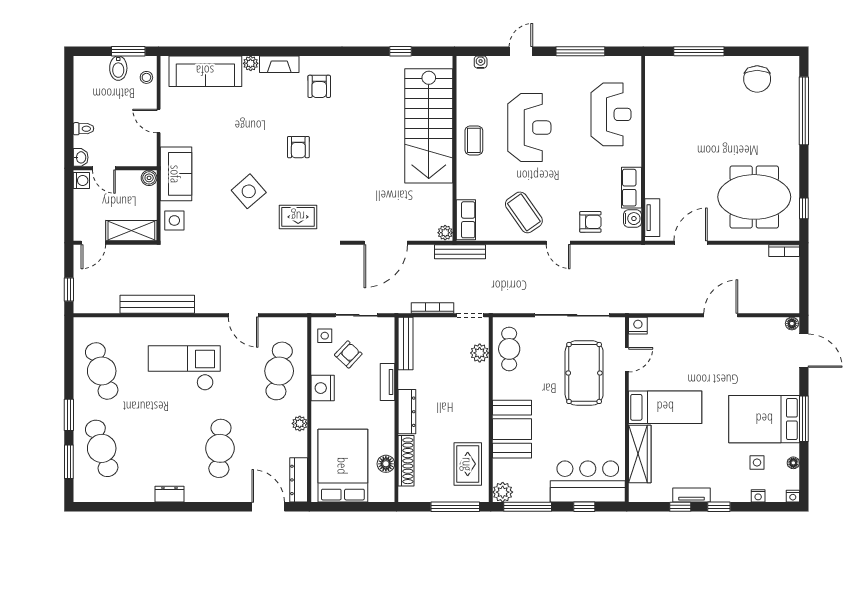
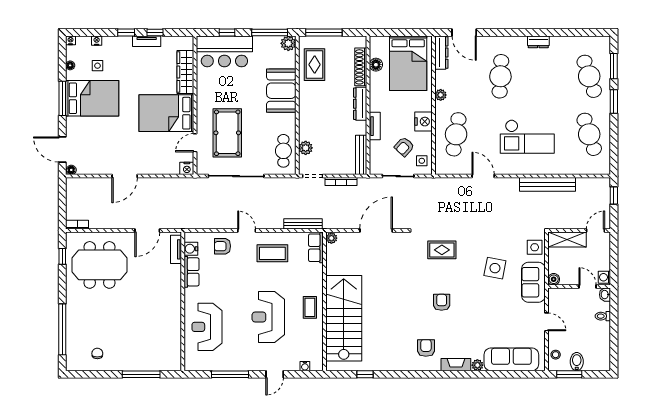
chair: (757, 79) -> (97, 353), width x0.54, depth x0.54
side table: (249, 191) -> (495, 268), moved, turned -38
coffee table: (524, 212) -> (272, 253), turned -55
bench: (460, 252) -> (303, 224), moved
bed: (665, 407) -> (166, 113), width x1.50

